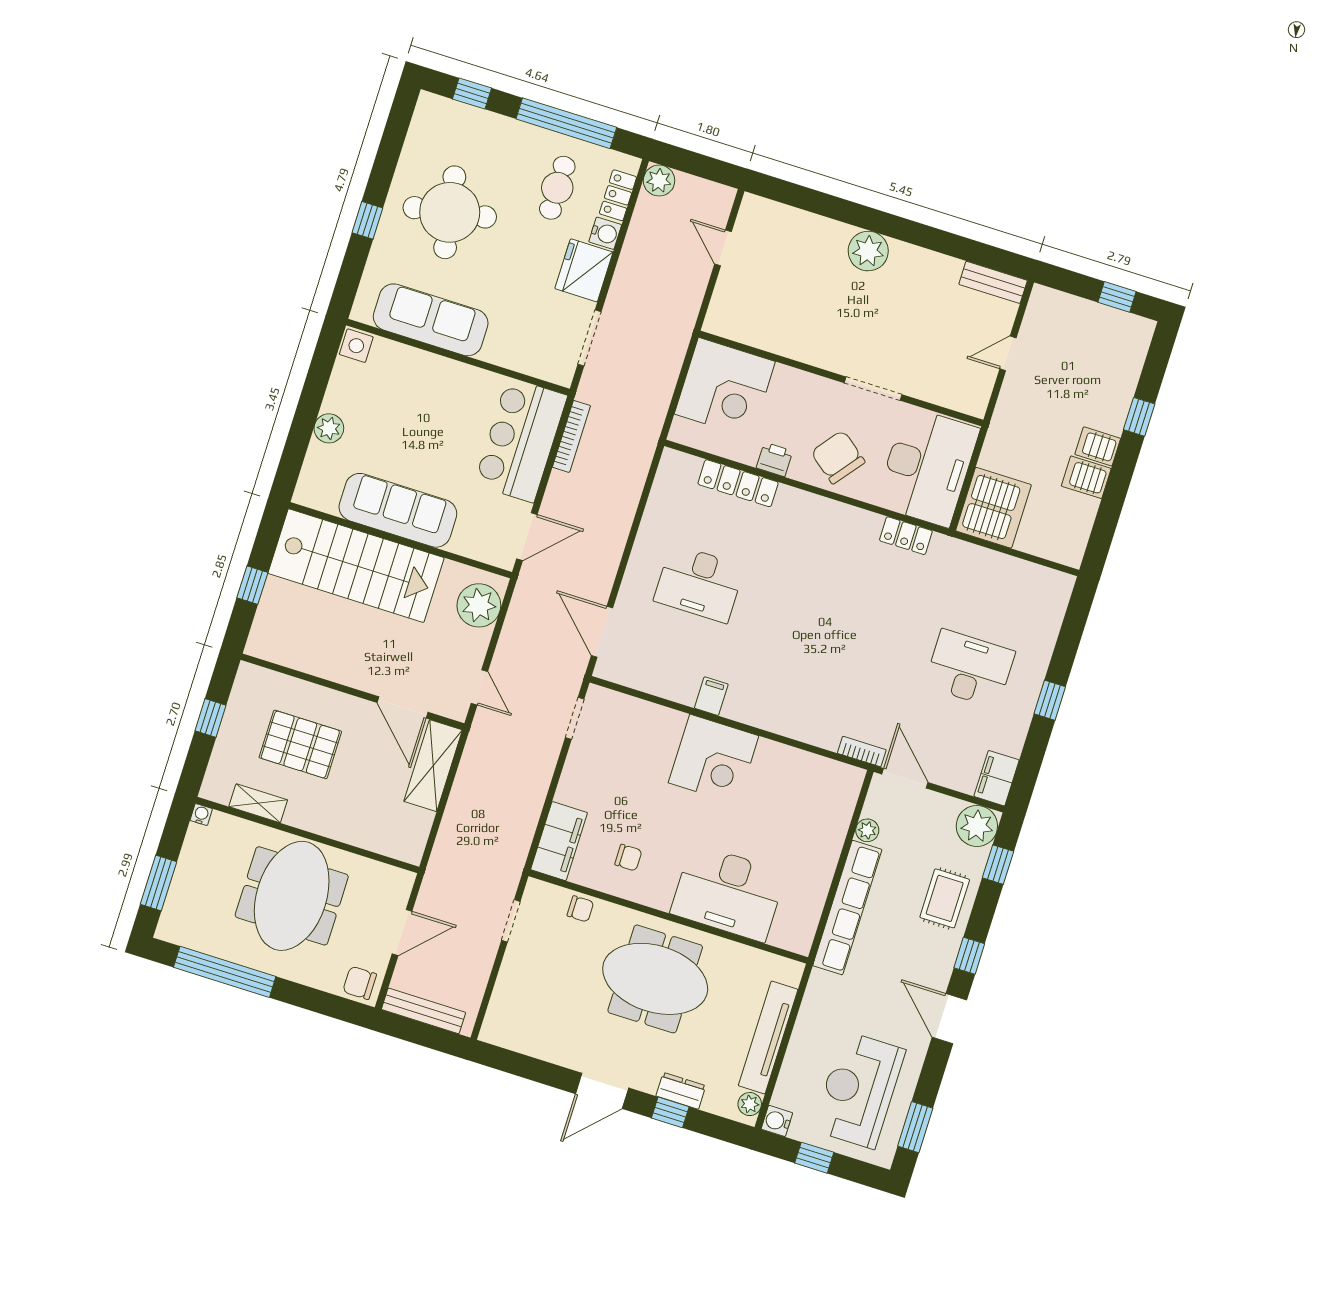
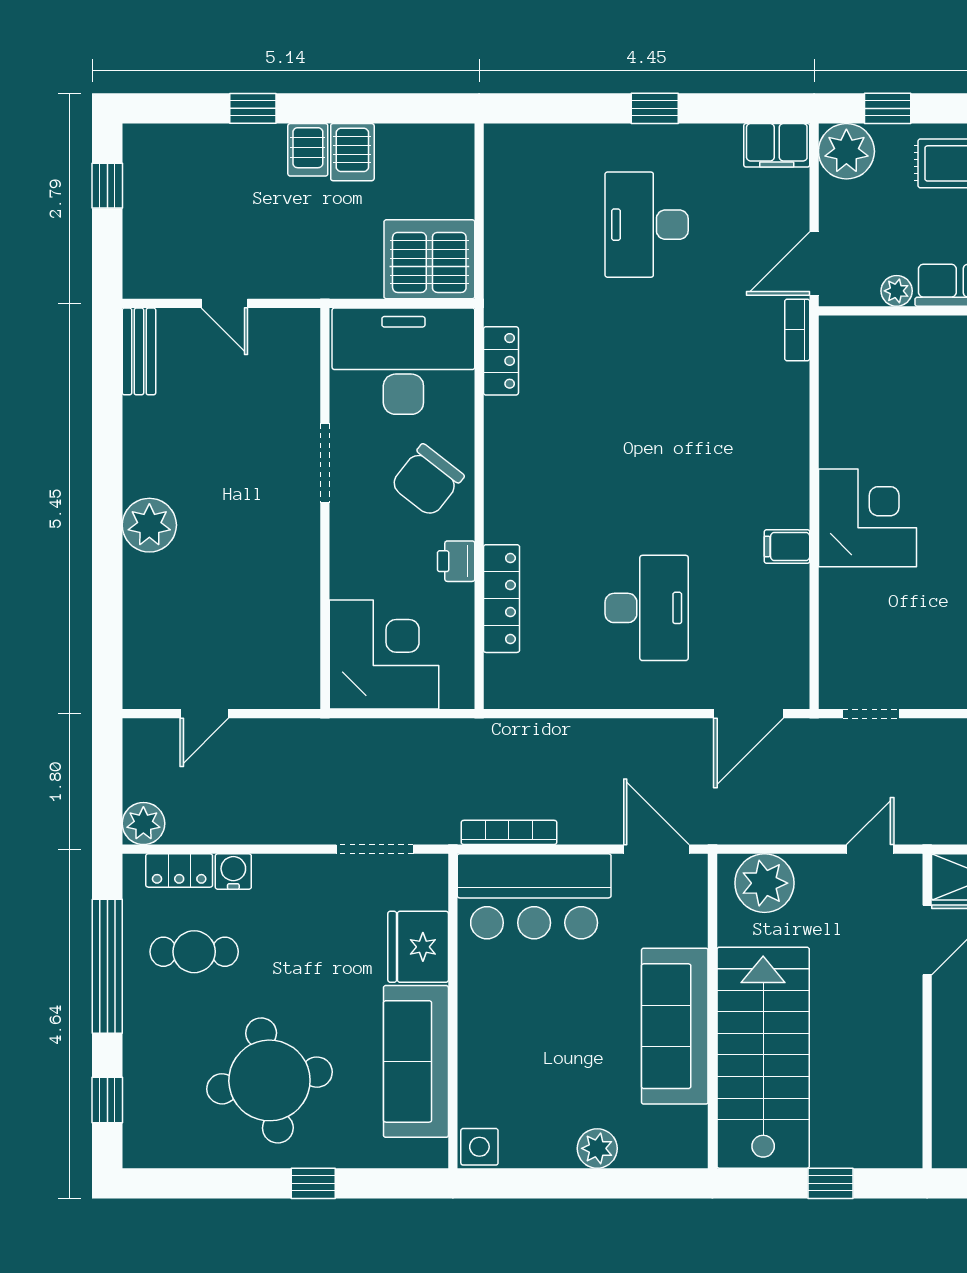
fridge: (584, 270) -> (418, 947), moved, turned 90

